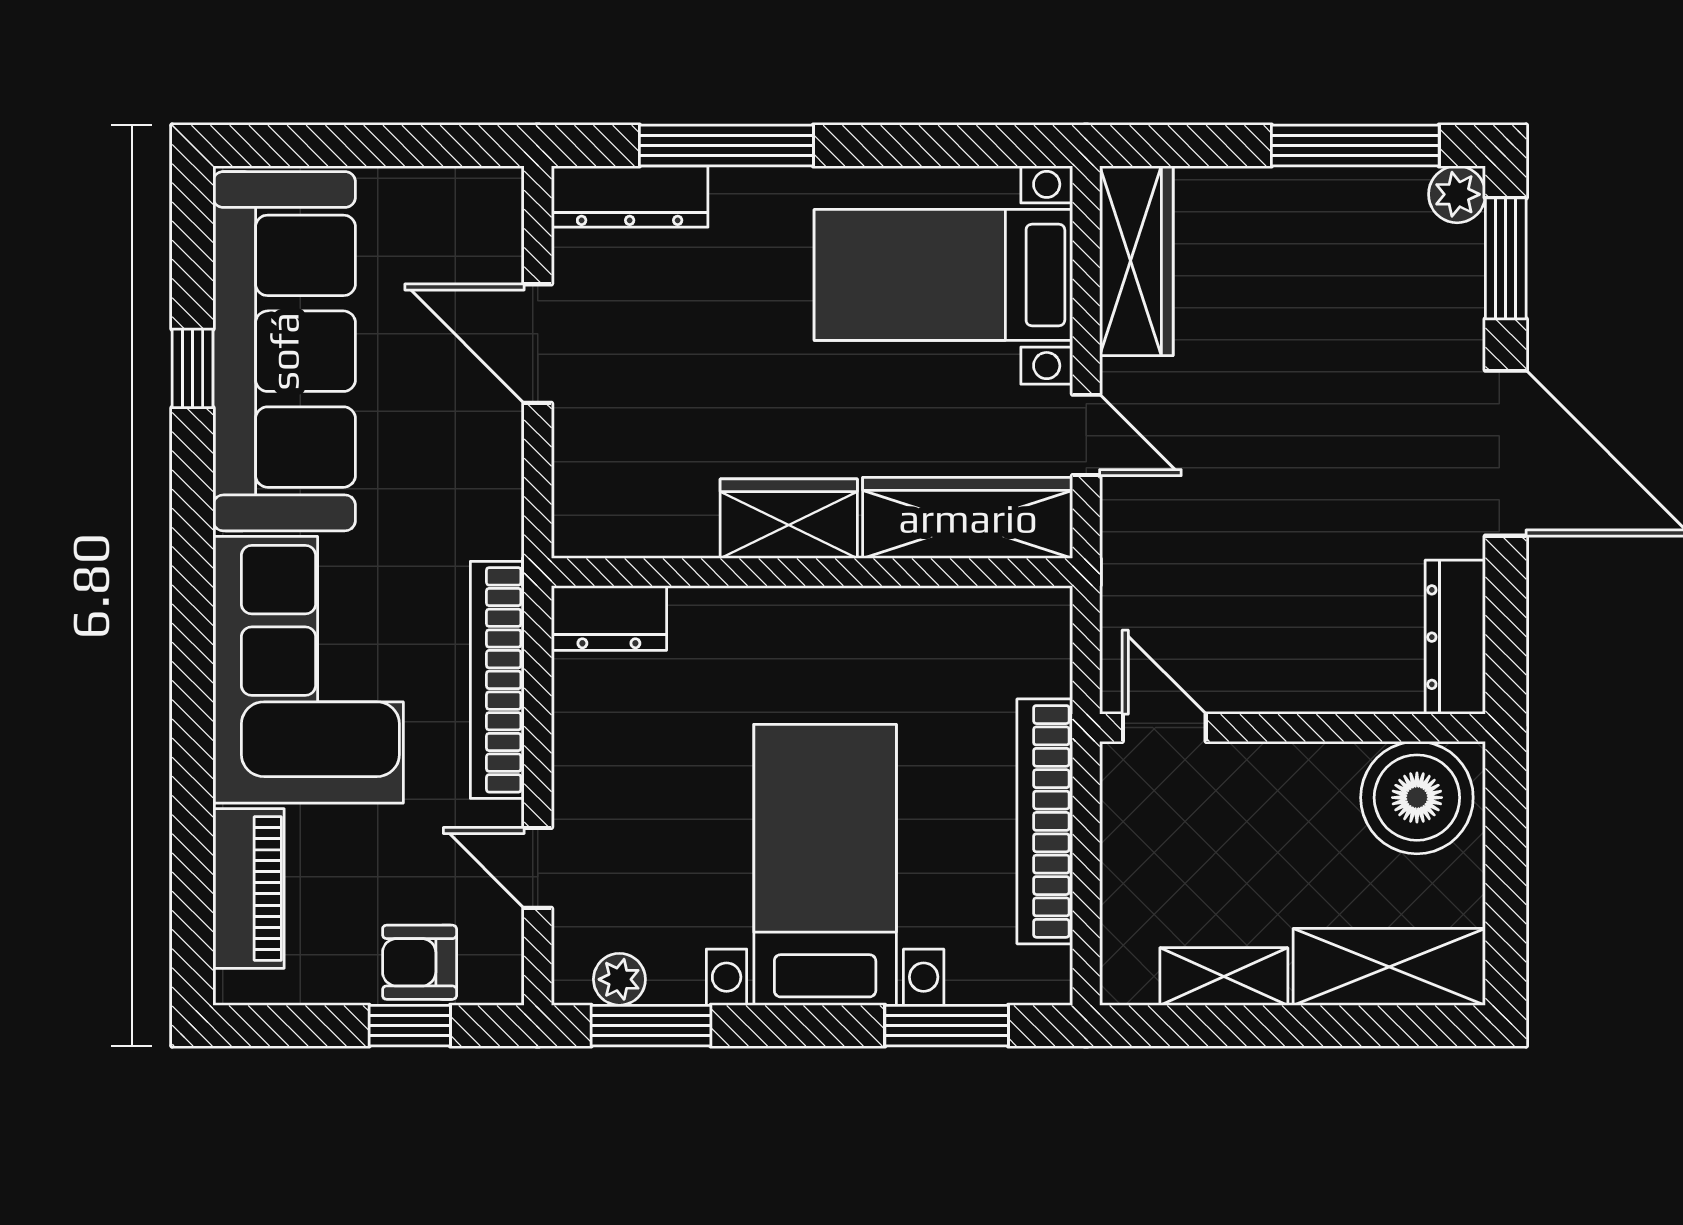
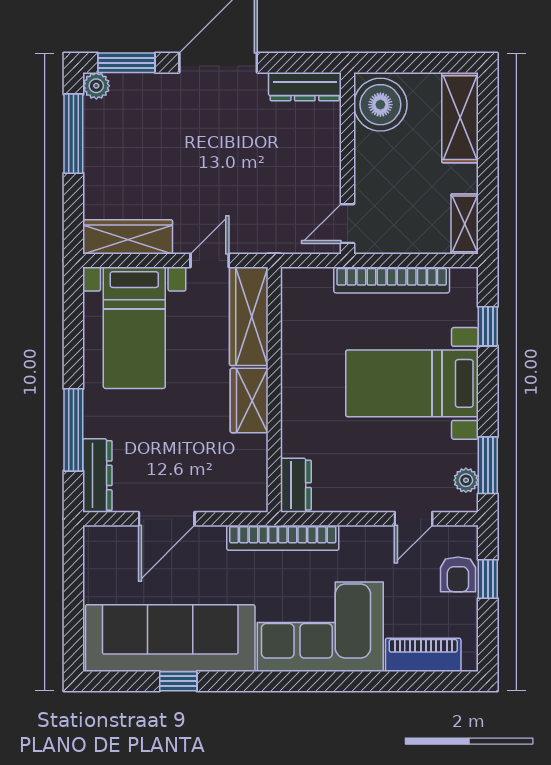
bookcase: (497, 680) -> (283, 538), moved
shelving: (1224, 976) -> (465, 224), moved
window: (947, 1026) -> (488, 326), width x0.67

